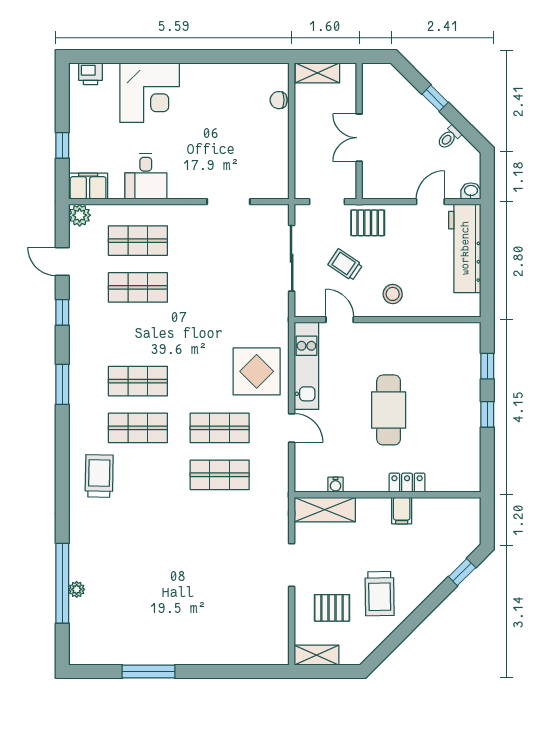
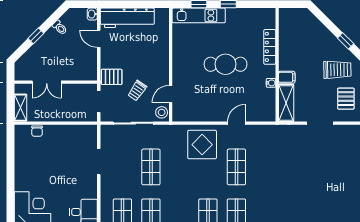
double door: (359, 138) -> (47, 82), moved
pallet: (368, 223) -> (112, 77), turned 90
stool: (393, 294) -> (162, 112), moved
kitchen unit: (306, 366) -> (199, 15), moved, turned 180
shop shelf: (220, 475) -> (151, 167), moved
locker: (407, 483) -> (270, 47), width x1.53
water cooler: (336, 485) -> (271, 83), moved
filing cabinet: (402, 511) -> (287, 77), moved
window: (462, 572) -> (346, 41), moved

